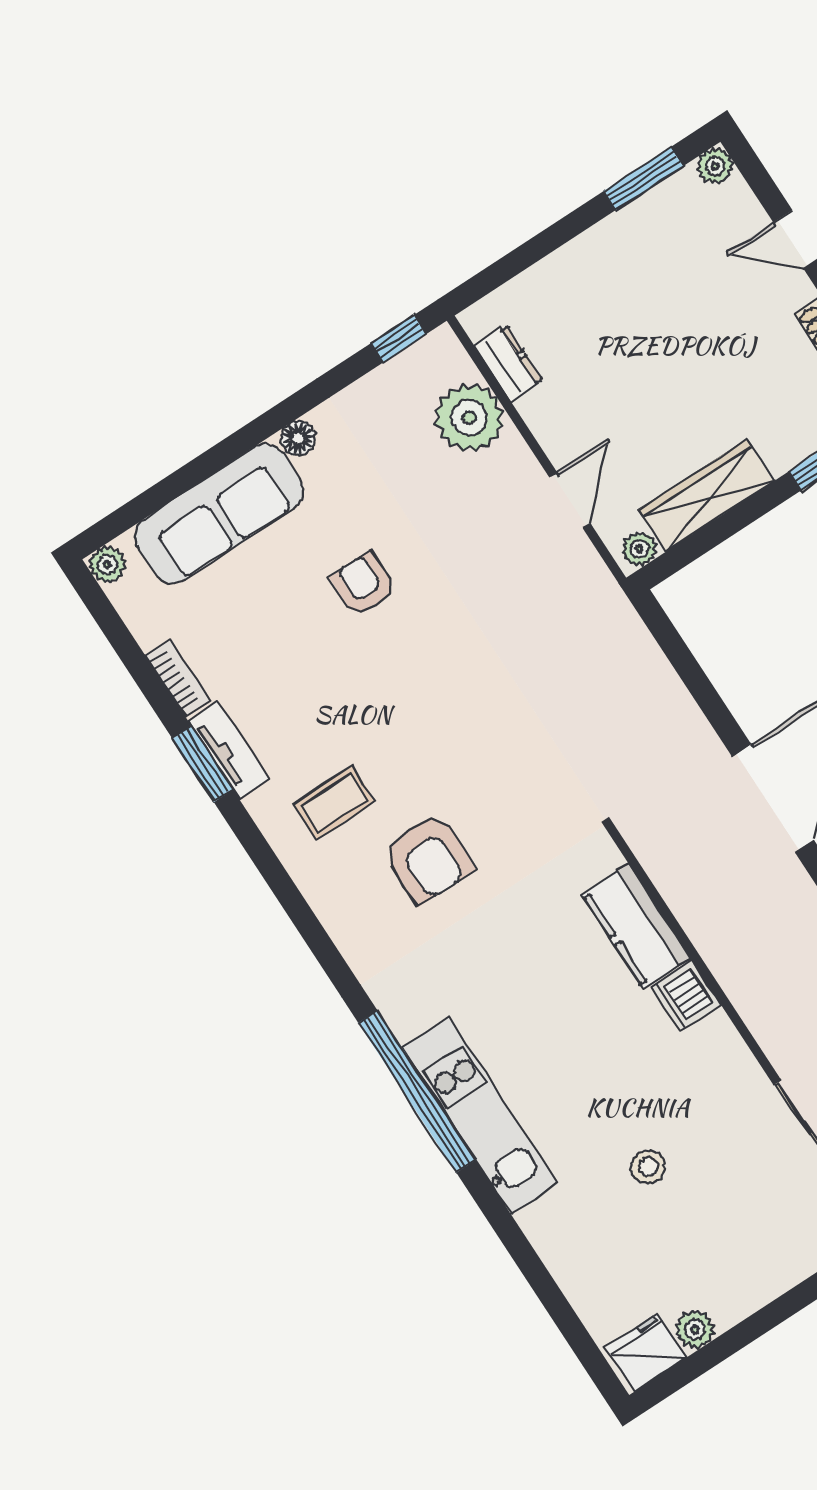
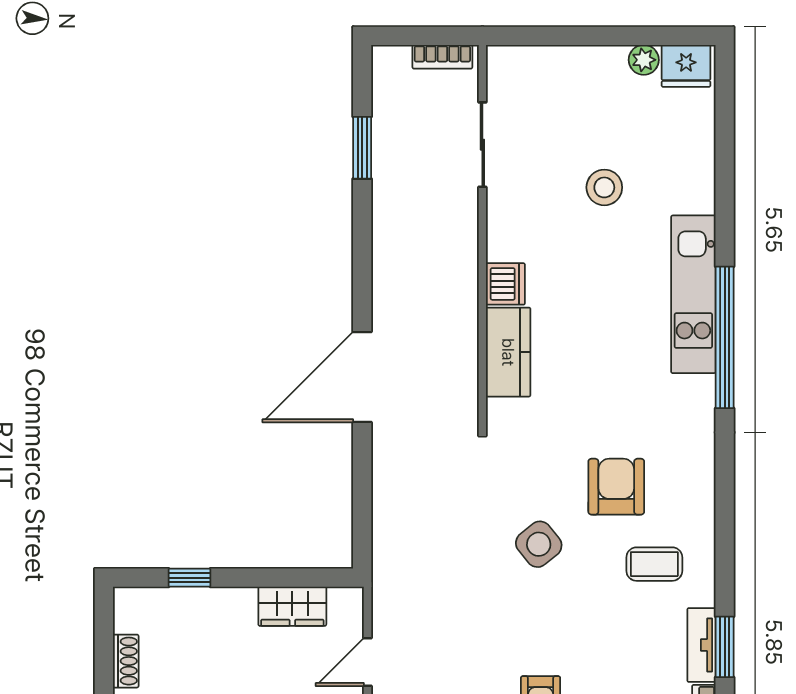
wardrobe: (706, 496) -> (292, 606), width x0.67
plant: (639, 549) -> (343, 600), removed
side table: (470, 744) -> (539, 544), added
stool: (648, 1167) -> (604, 187), width x1.37, depth x1.37

